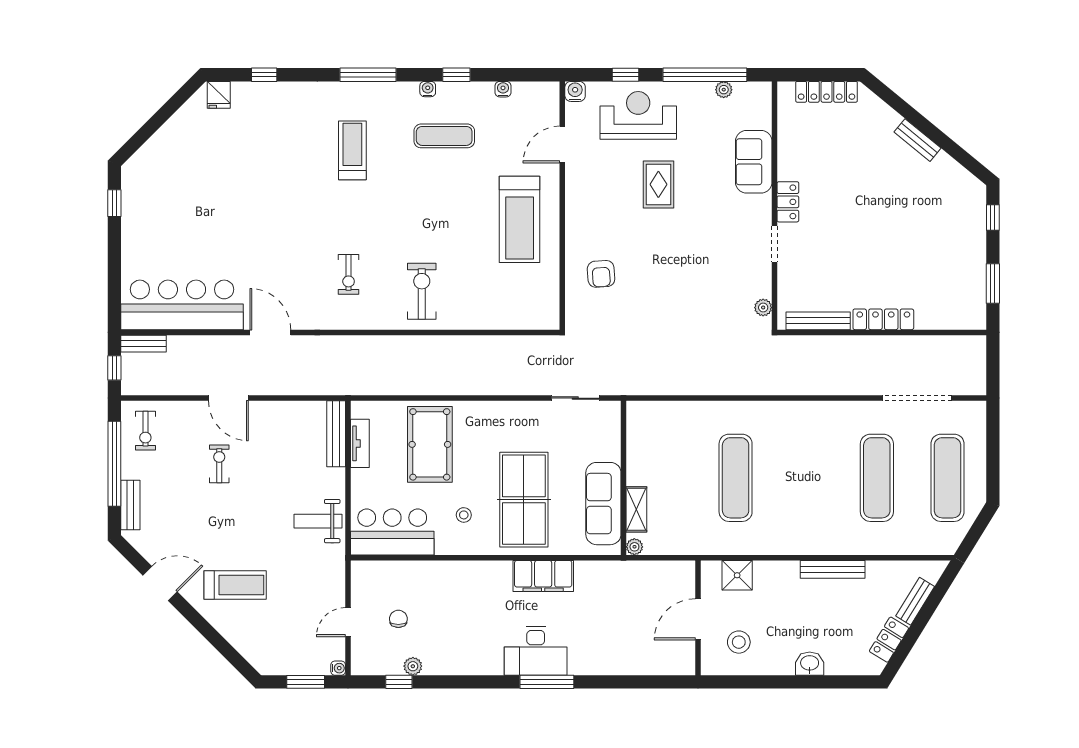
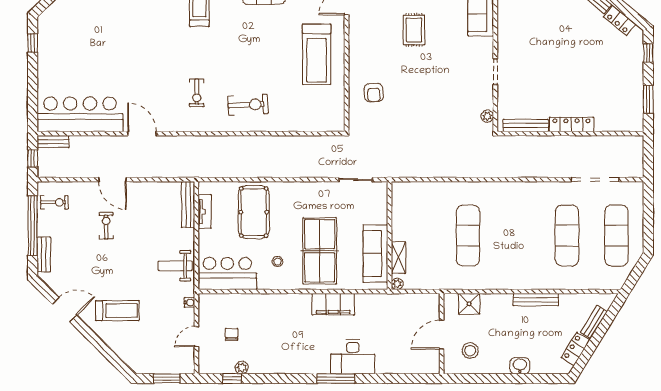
locker: (788, 202) -> (620, 20), moved, turned 129
exercise bike: (422, 291) -> (248, 105), turned 87
exercise bike: (145, 431) -> (54, 202), turned -90
desk: (536, 651) -> (353, 357), moved
water cooler: (338, 668) -> (189, 302), moved

